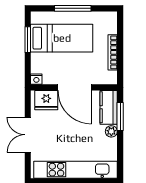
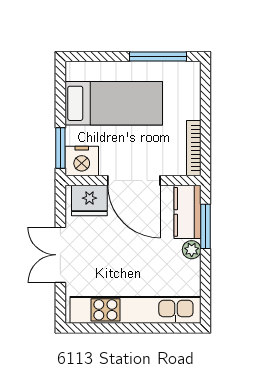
window: (73, 8) -> (158, 56), moved
window: (28, 40) -> (60, 148), moved
bookcase: (113, 52) -> (194, 148), moved
nightstand: (36, 79) -> (82, 161), width x1.89, depth x1.79

